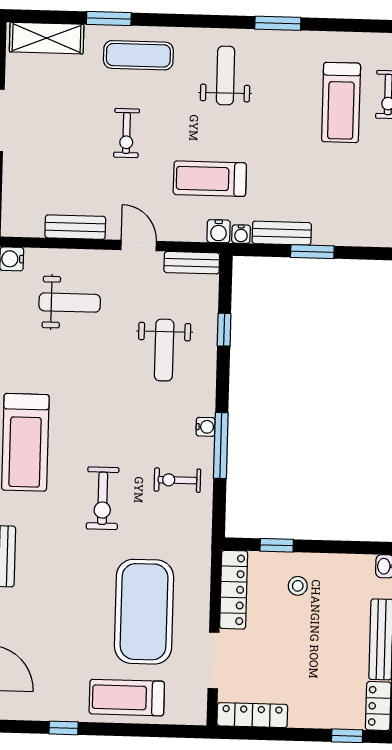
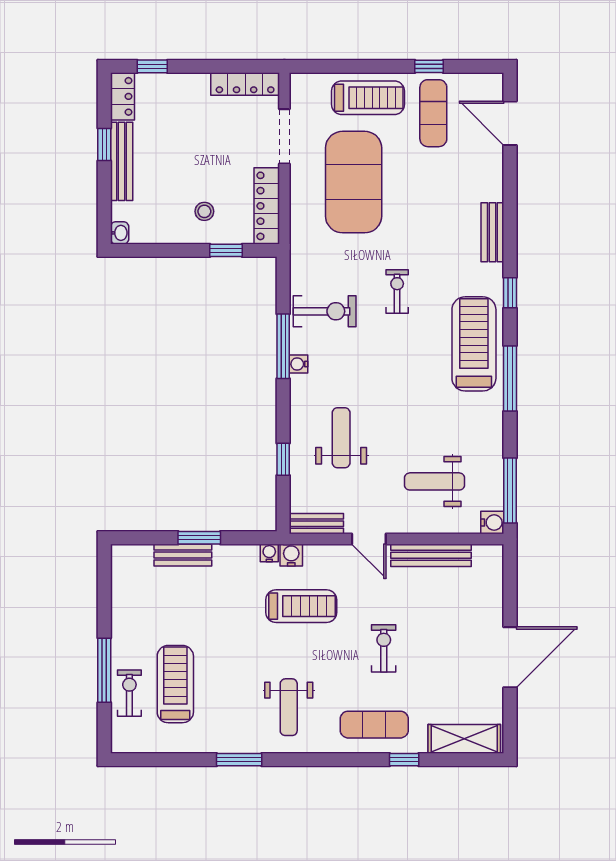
window: (109, 19) -> (404, 760), width x0.67
bench: (75, 227) -> (431, 555), width x1.36
bench: (282, 233) -> (183, 555), moved
exercise bike: (177, 480) -> (325, 311), width x1.38, depth x1.39
exercise bike: (103, 498) -> (397, 292), width x0.73, depth x0.72
exercise mat: (60, 680) -> (433, 113), added

